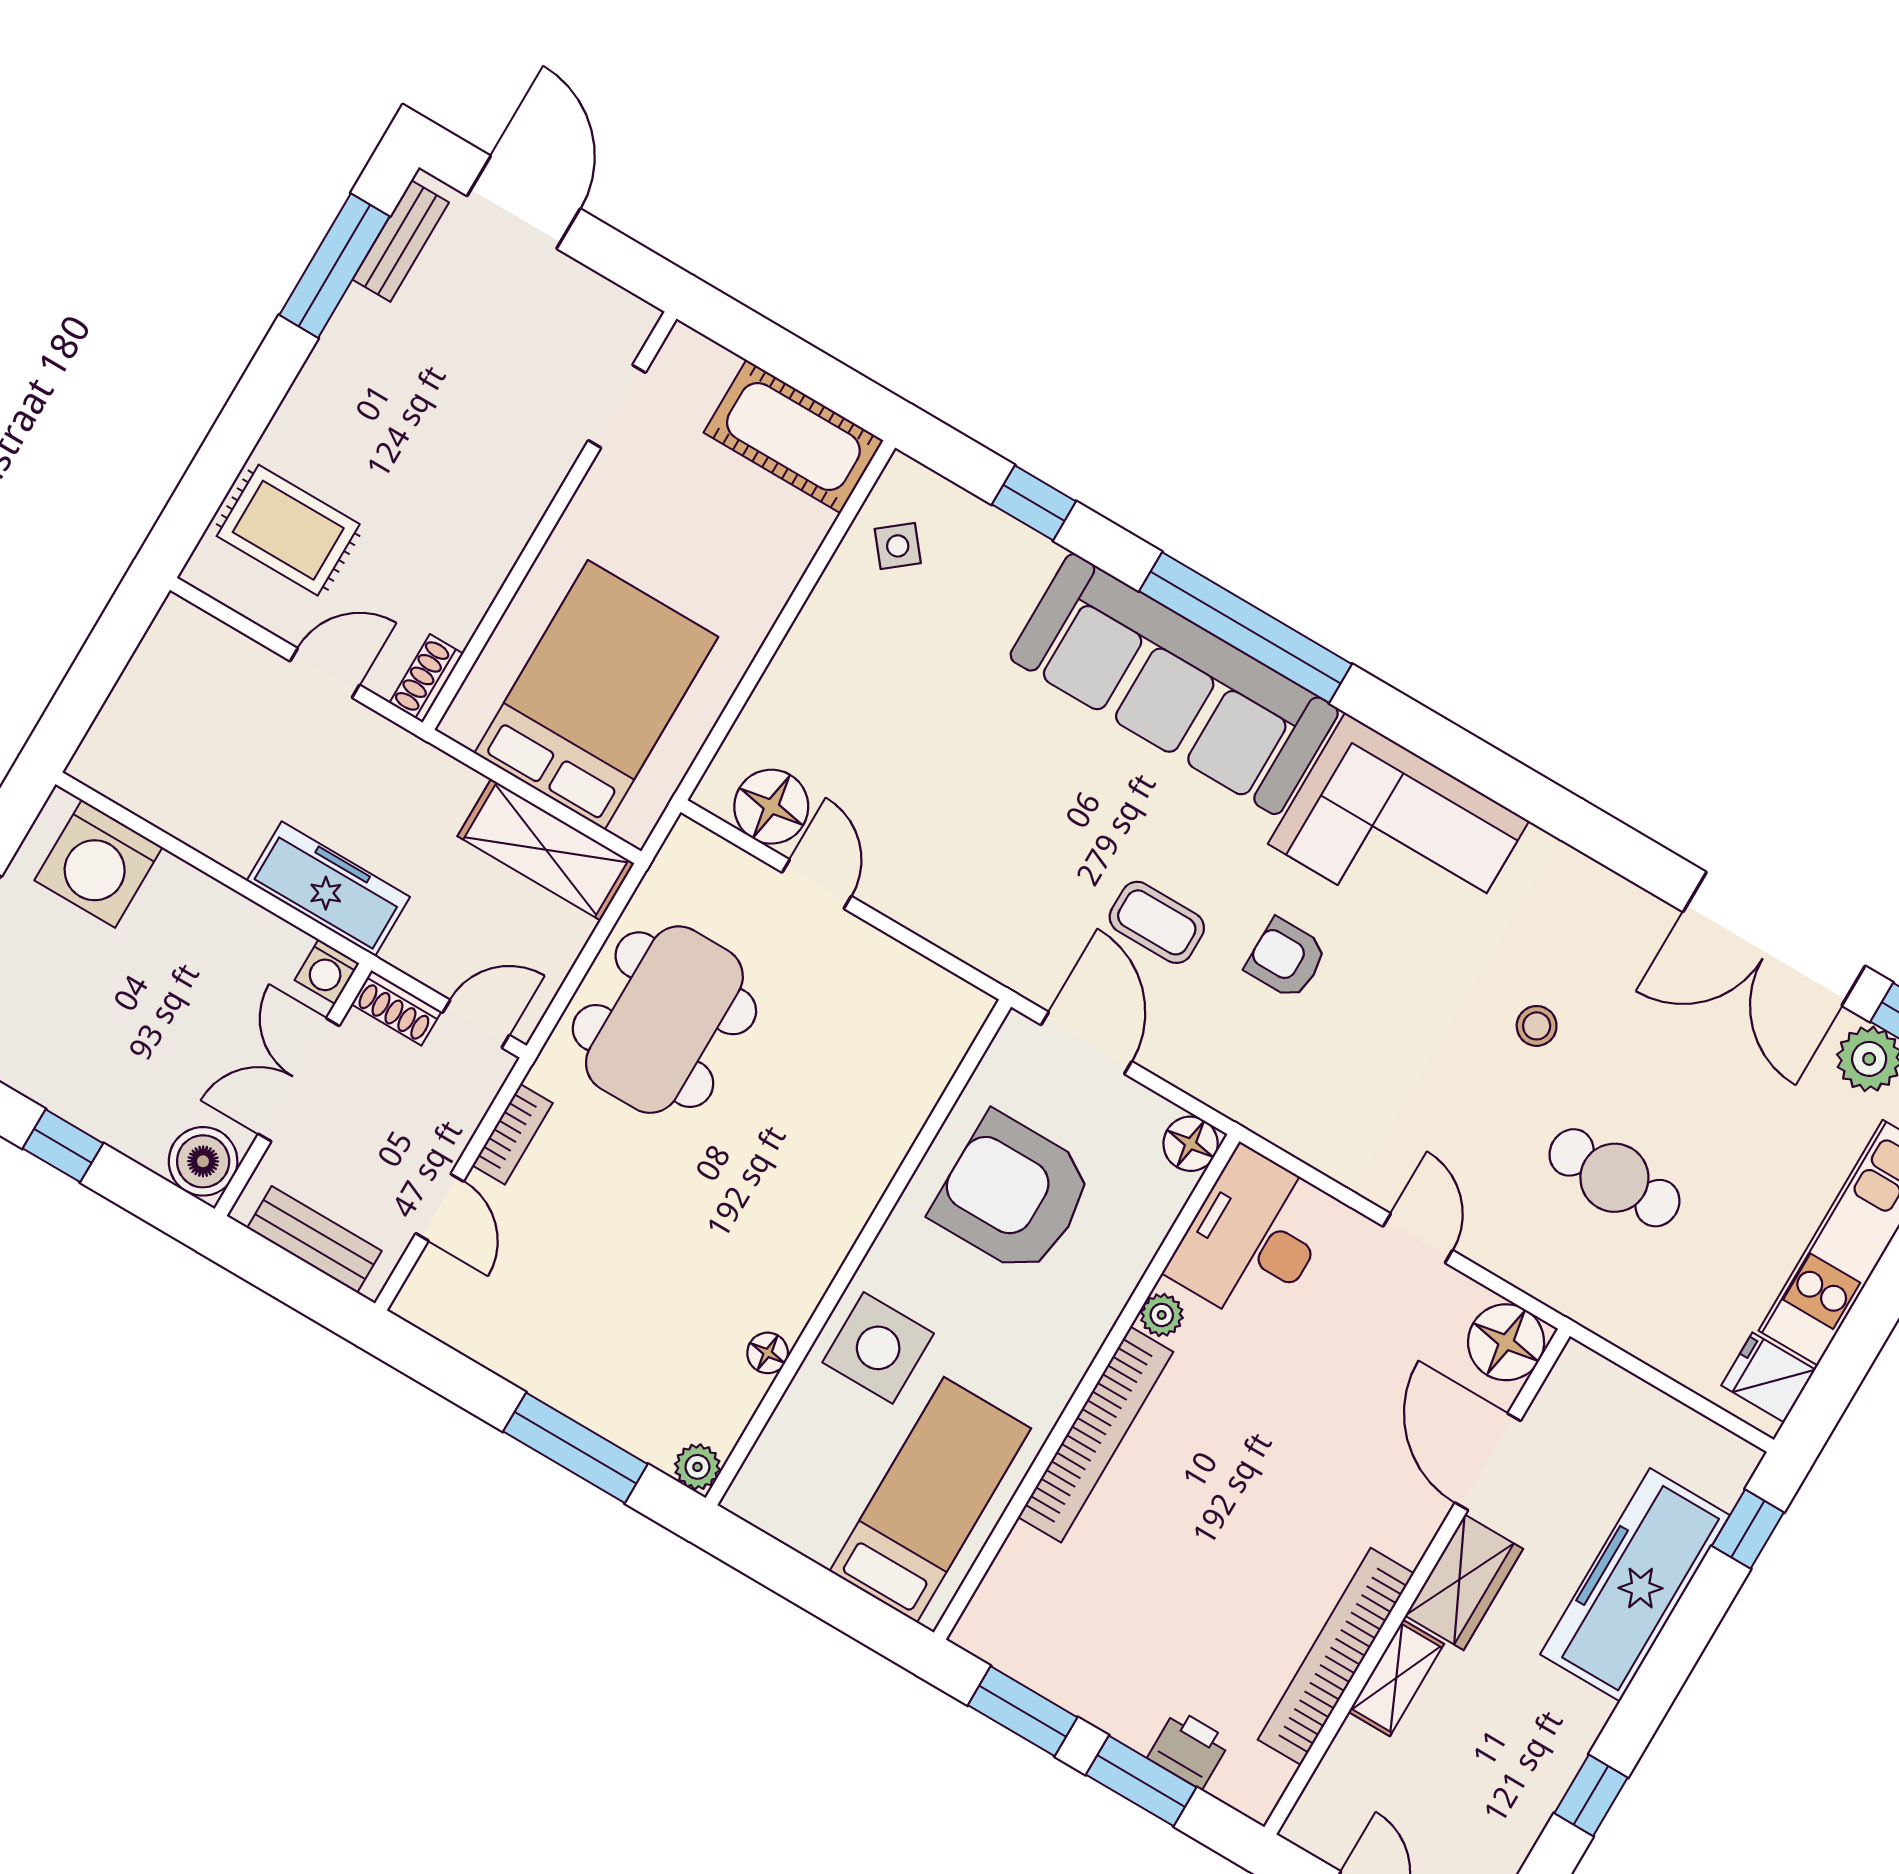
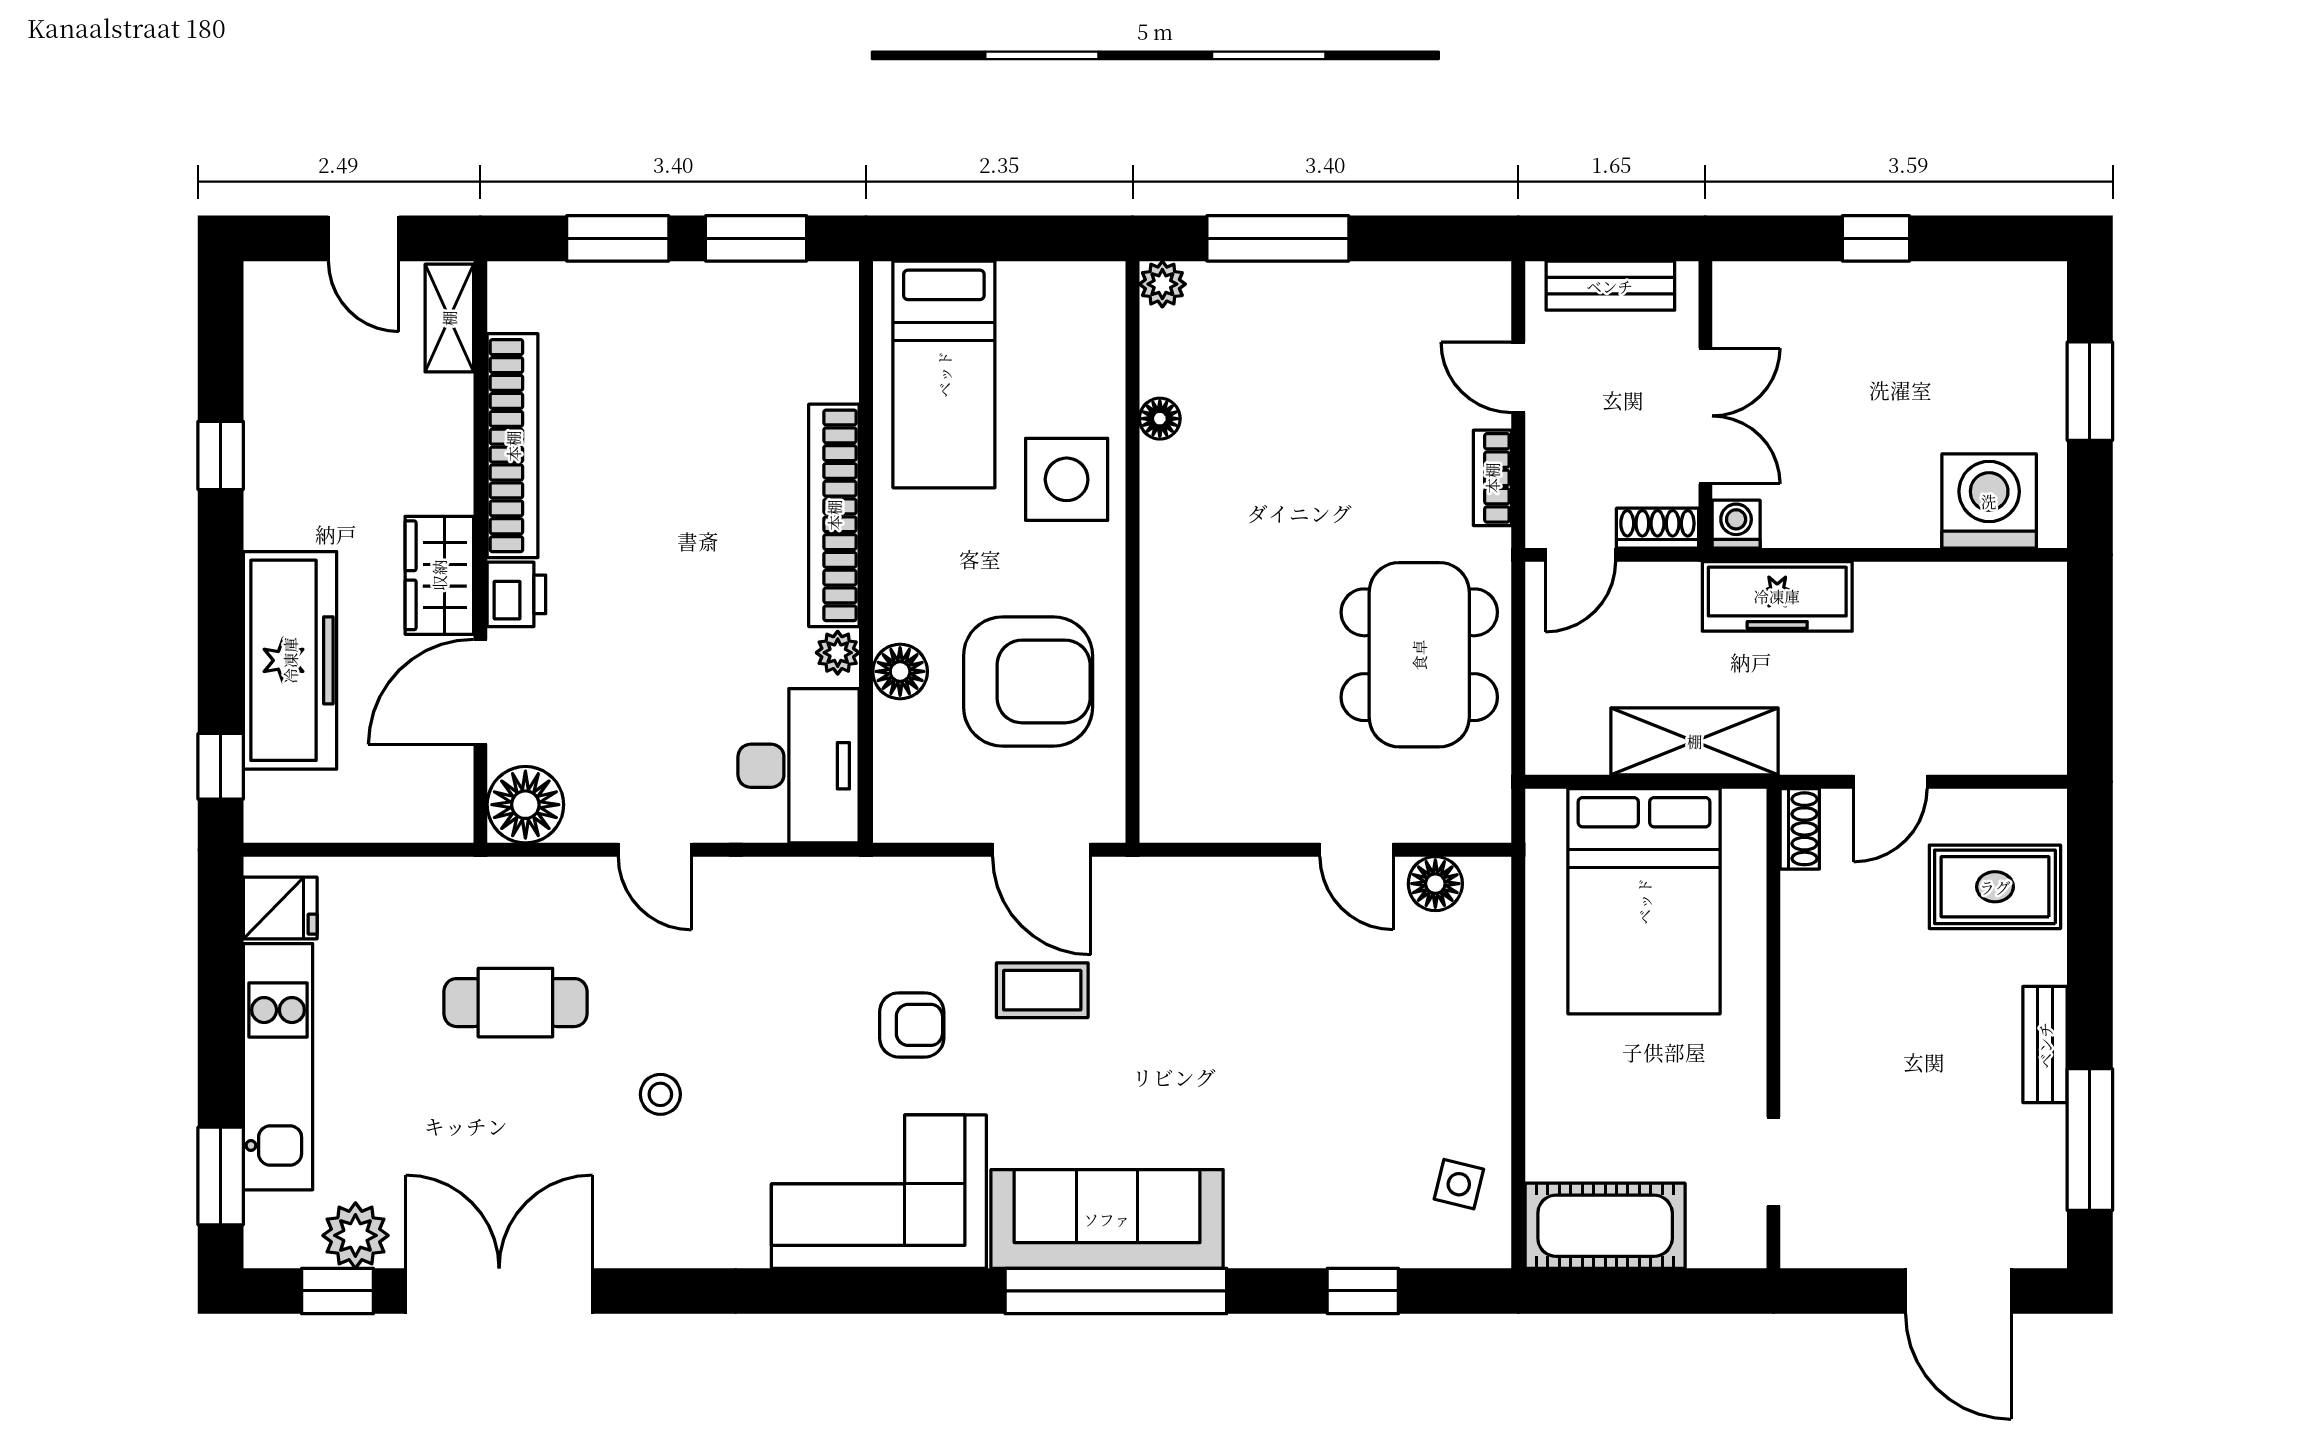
bench: (401, 241) -> (2045, 1045), moved
side table: (898, 546) -> (1459, 1184), turned -37
sofa: (1174, 684) -> (1107, 1219), width x0.74, depth x0.79
floor lamp: (771, 807) -> (1435, 884), width x0.73, depth x0.73
shelving: (546, 850) -> (1695, 741), moved
floor lamp: (1191, 1144) -> (900, 671), moved
boiler: (203, 1161) -> (1747, 297), removed
door: (1488, 1462) -> (480, 692), swing flipped
shelving: (1396, 1678) -> (449, 318), moved
printer: (1189, 1749) -> (516, 594), moved, turned -90

